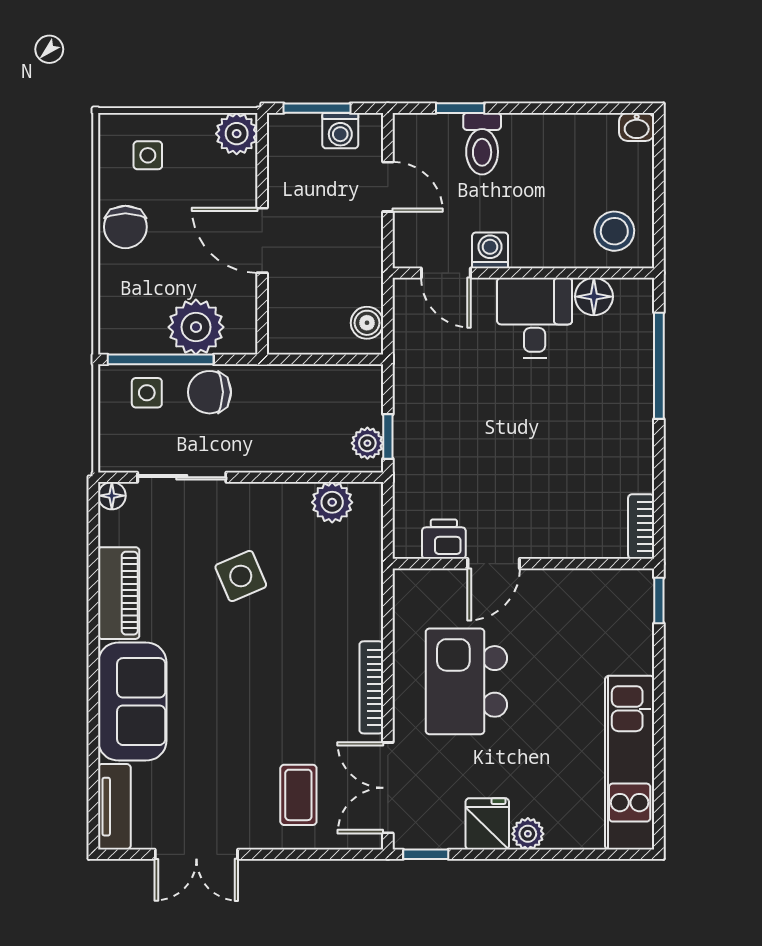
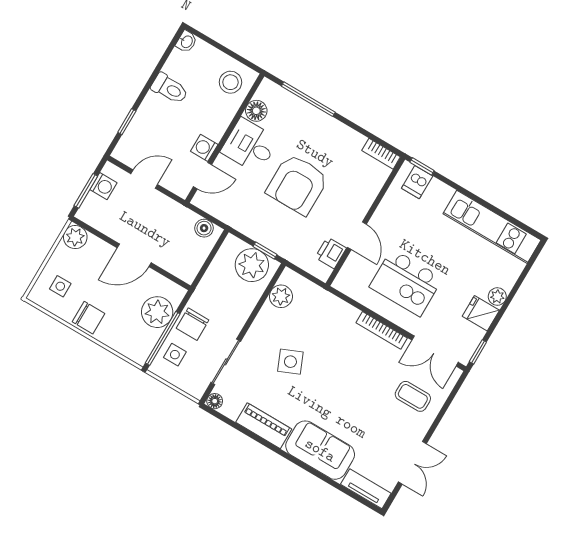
toilet: (482, 144) -> (170, 89), moved
armchair: (518, 426) -> (297, 184), added
plant: (367, 443) -> (252, 265), width x1.88, depth x1.88
dishwasher: (630, 607) -> (417, 182), added

